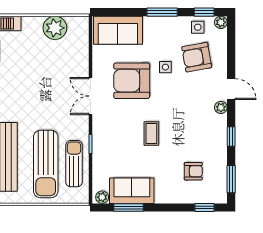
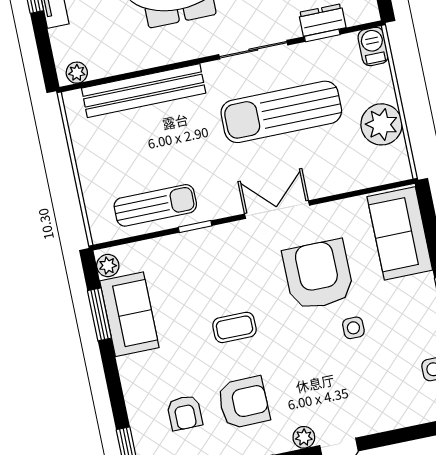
armchair: (197, 57) -> (244, 402), moved, turned 99
sun lounger: (46, 164) -> (281, 112), moved

